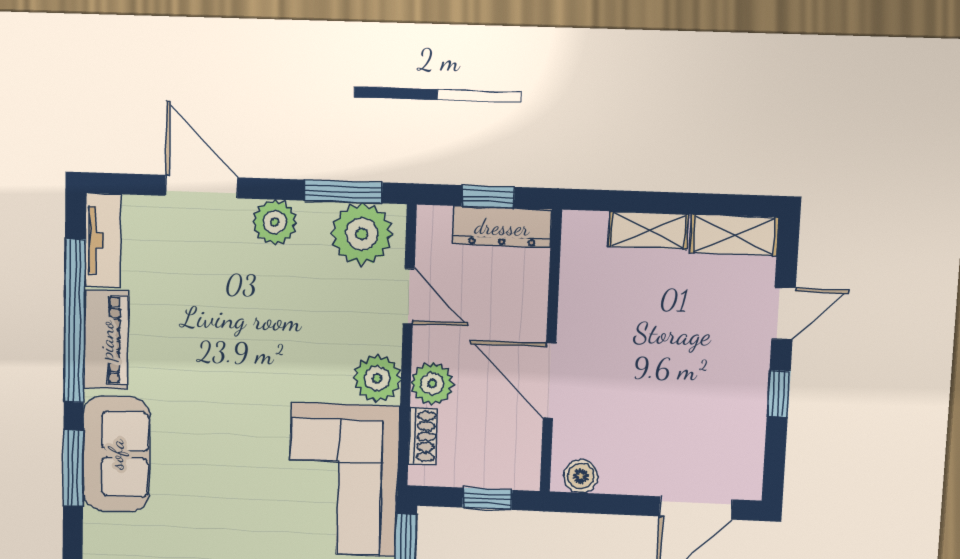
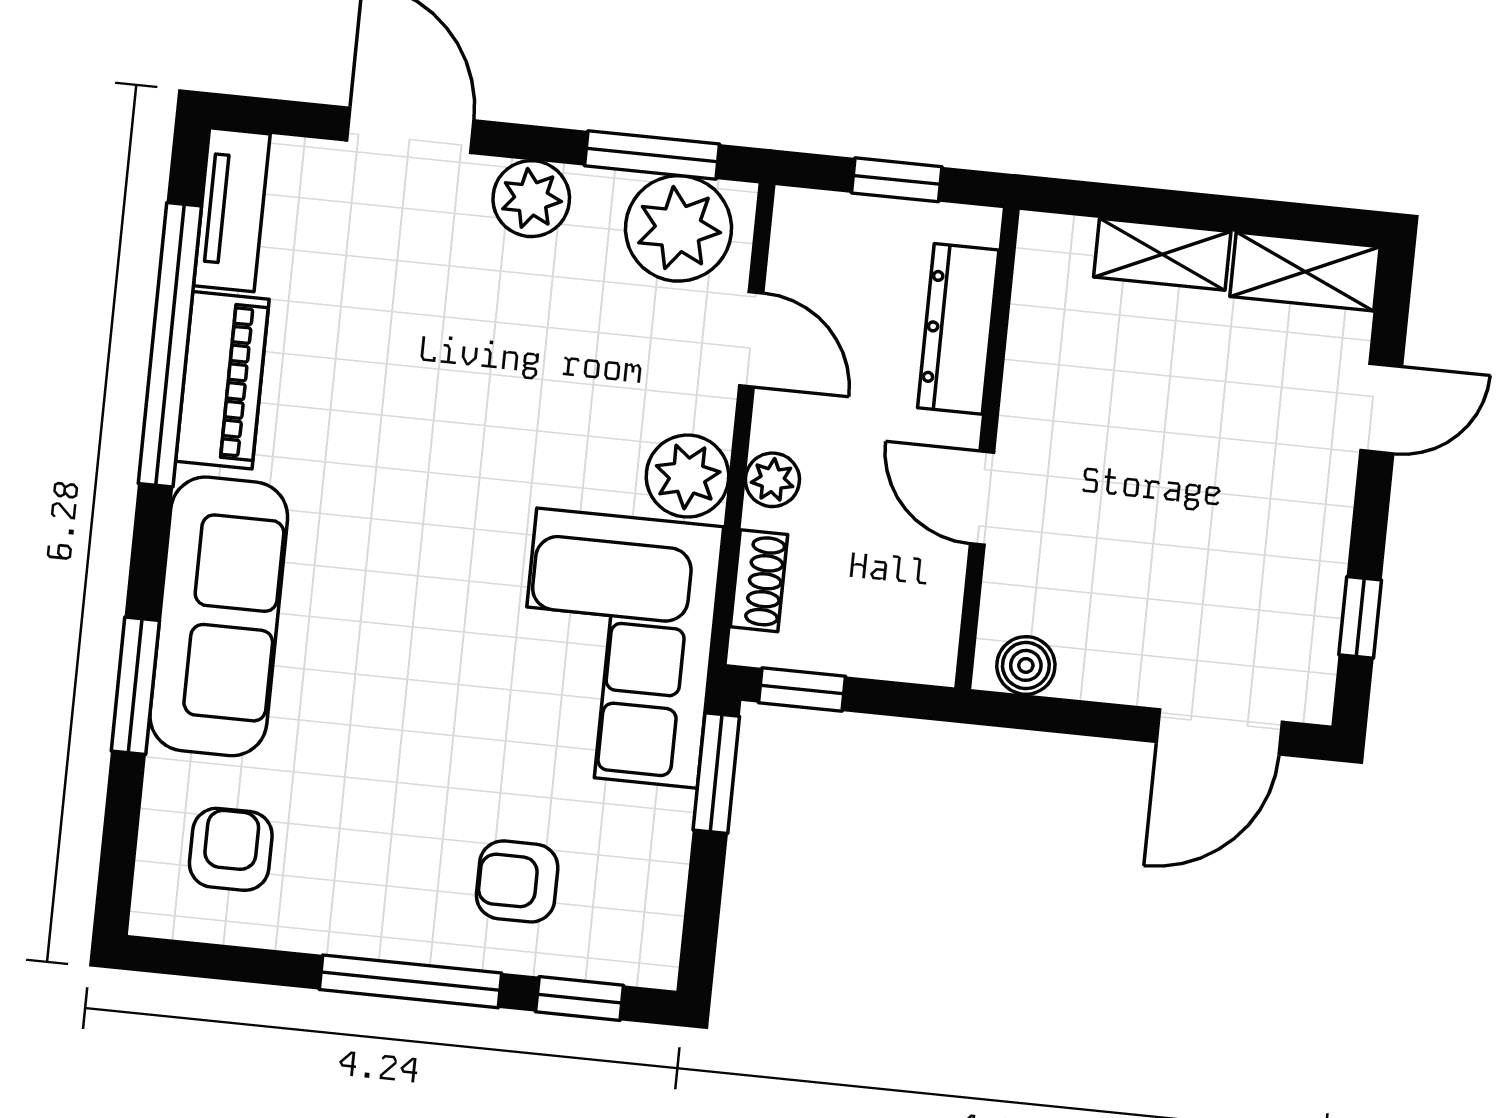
dresser: (502, 227) -> (958, 329), moved, turned 90
door: (550, 381) -> (982, 498), width x0.73
plant: (432, 384) -> (772, 480), width x0.73, depth x0.73
window: (779, 394) -> (1360, 617), moved
sofa: (116, 454) -> (219, 616), width x1.36
window: (73, 468) -> (135, 686), moved
window: (487, 499) -> (802, 689), moved

